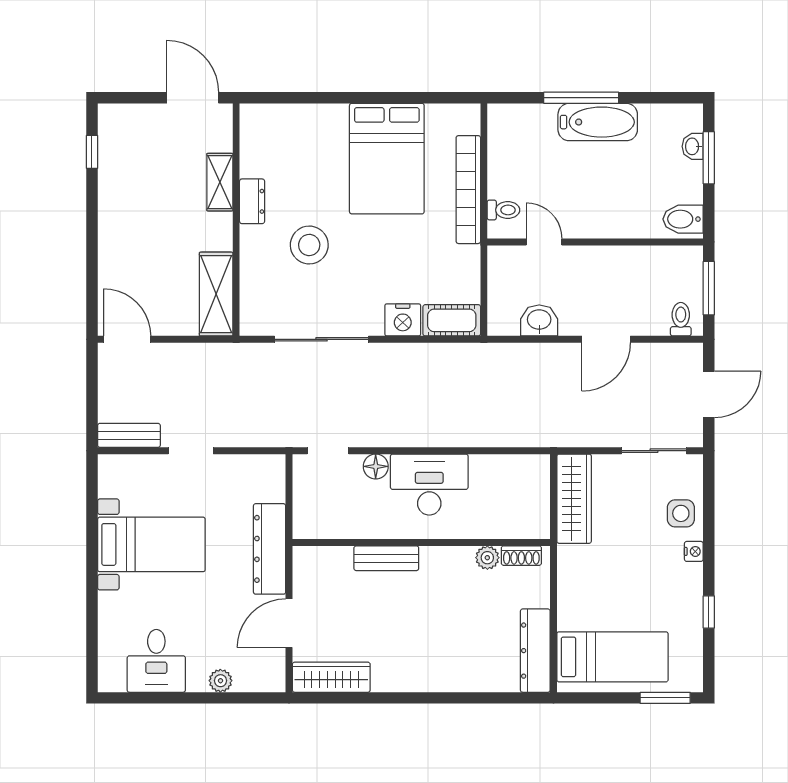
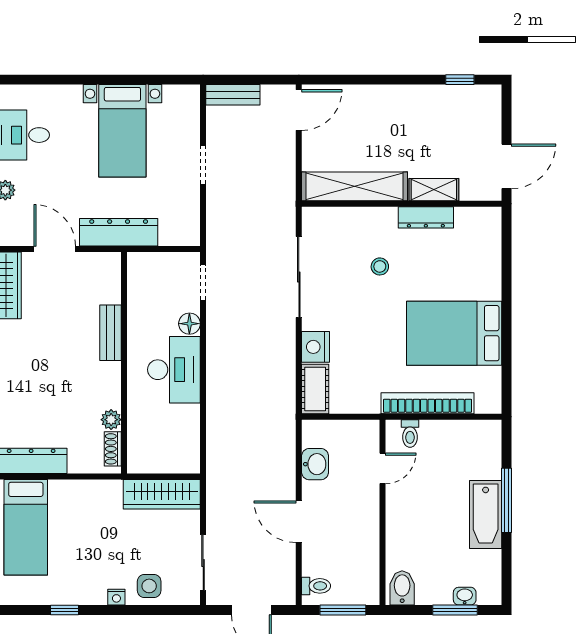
dresser: (252, 201) -> (426, 217), width x1.44
stool: (309, 245) -> (380, 266), width x0.53, depth x0.53
shelving: (216, 294) -> (354, 186), width x1.47
bench: (129, 435) -> (233, 95), moved, turned 90

